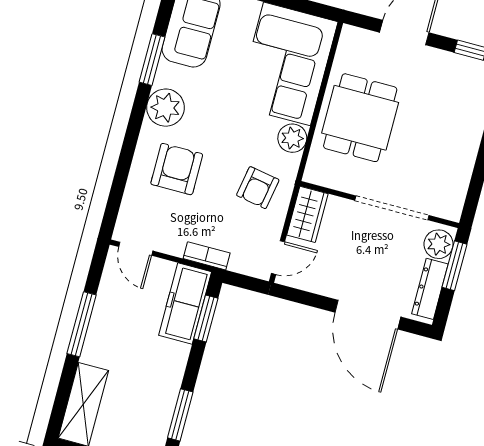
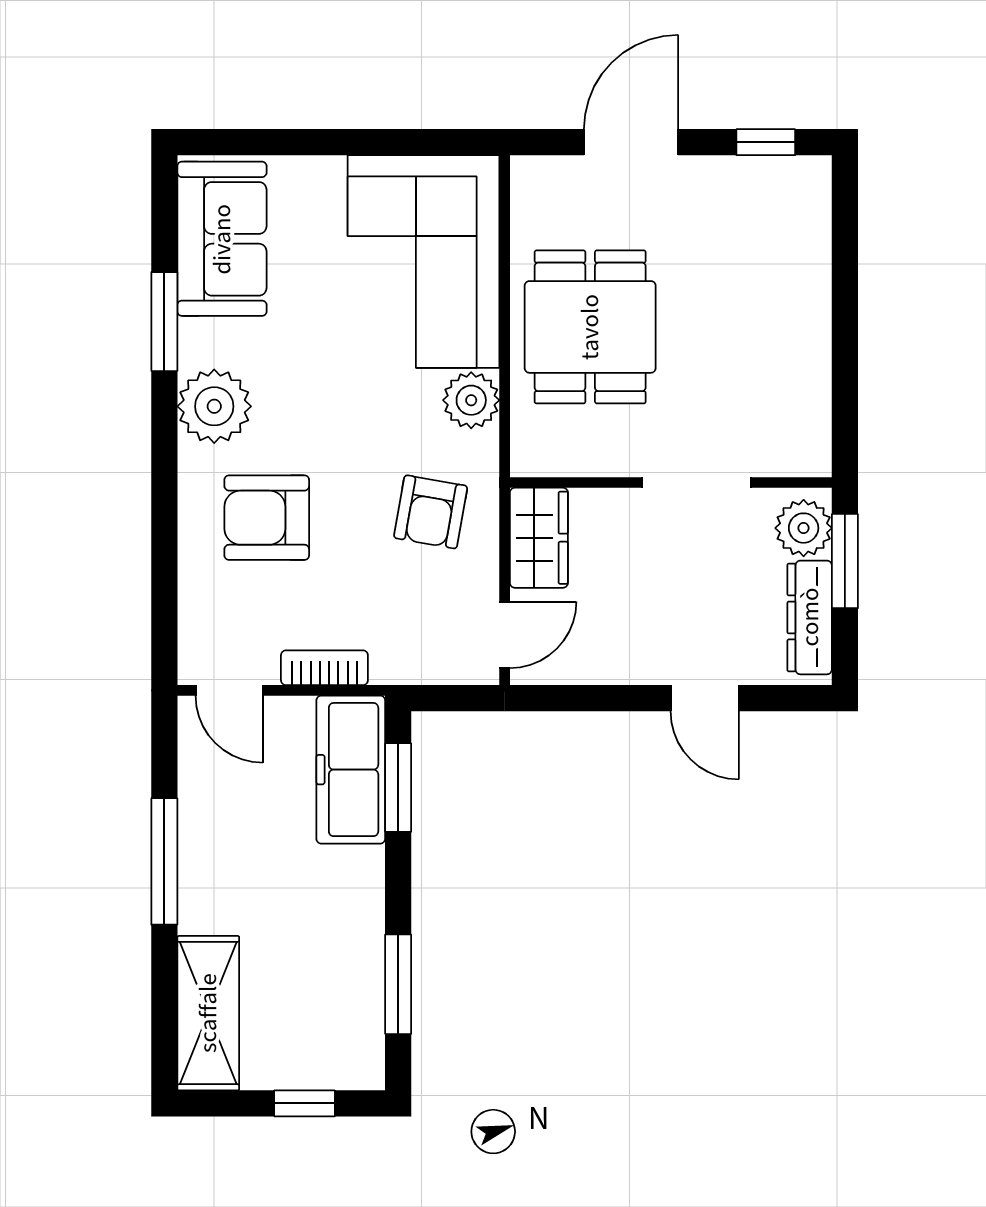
armchair: (177, 169) -> (267, 518), turned -90
doorway: (392, 208) -> (696, 483), width x0.73
bookcase: (207, 256) -> (324, 668), moved
door: (368, 315) -> (705, 698), width x0.53

